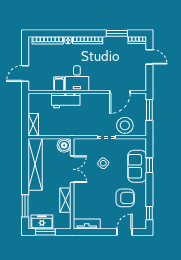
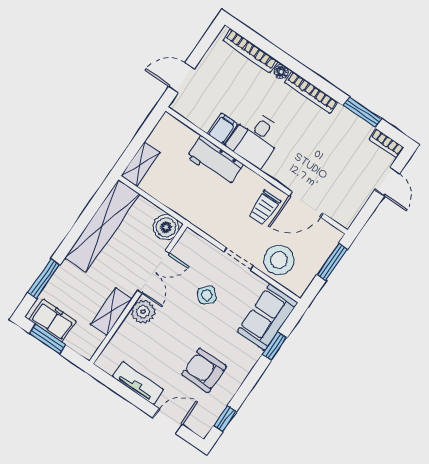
trolley: (102, 106) -> (264, 208), added
sofa: (137, 166) -> (267, 317), moved
plant: (80, 190) -> (143, 312), added
armchair: (125, 198) -> (204, 370), turned 180
tv unit: (87, 224) -> (138, 383), moved

